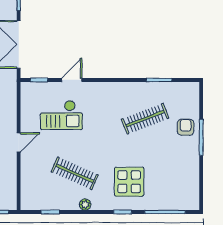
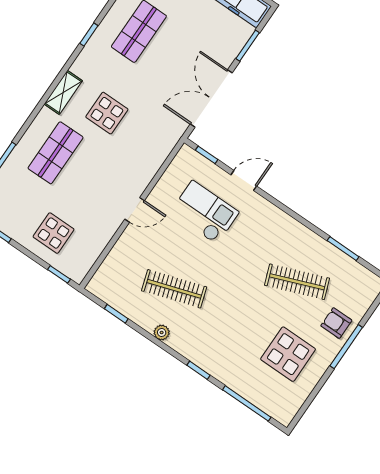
checkout: (61, 115) -> (205, 212), turned 180
armchair: (186, 127) -> (336, 323), turned -90
clothes rail: (75, 173) -> (174, 289), turned -42
display table: (129, 182) -> (288, 354), moved

